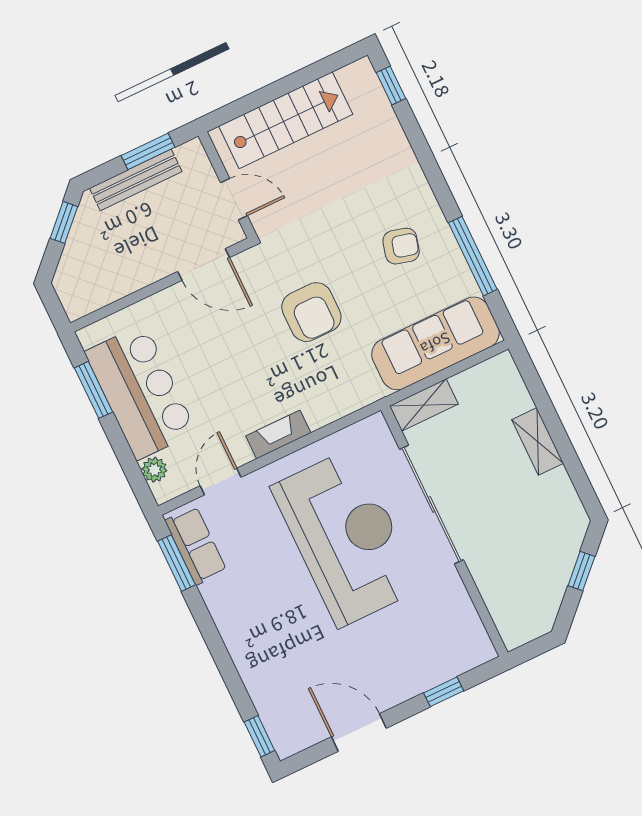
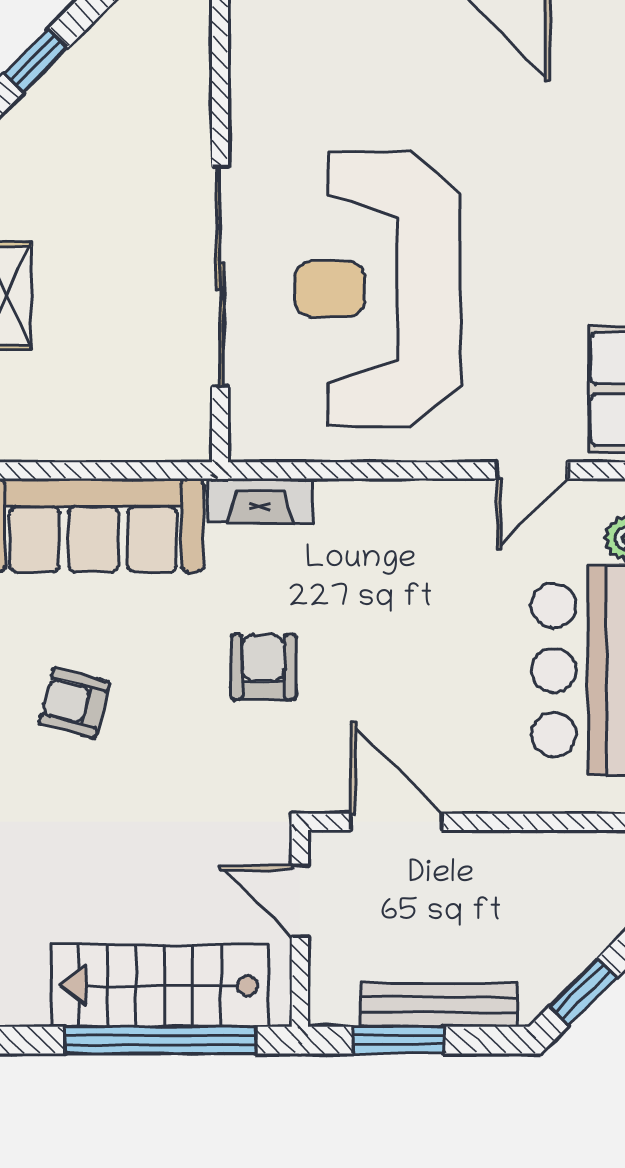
window: (272, 92) -> (160, 1040), added
armchair: (311, 312) -> (263, 667), width x0.72, depth x0.72
shelving: (424, 405) -> (157, 438), removed
fireplace: (278, 434) -> (260, 501), moved

